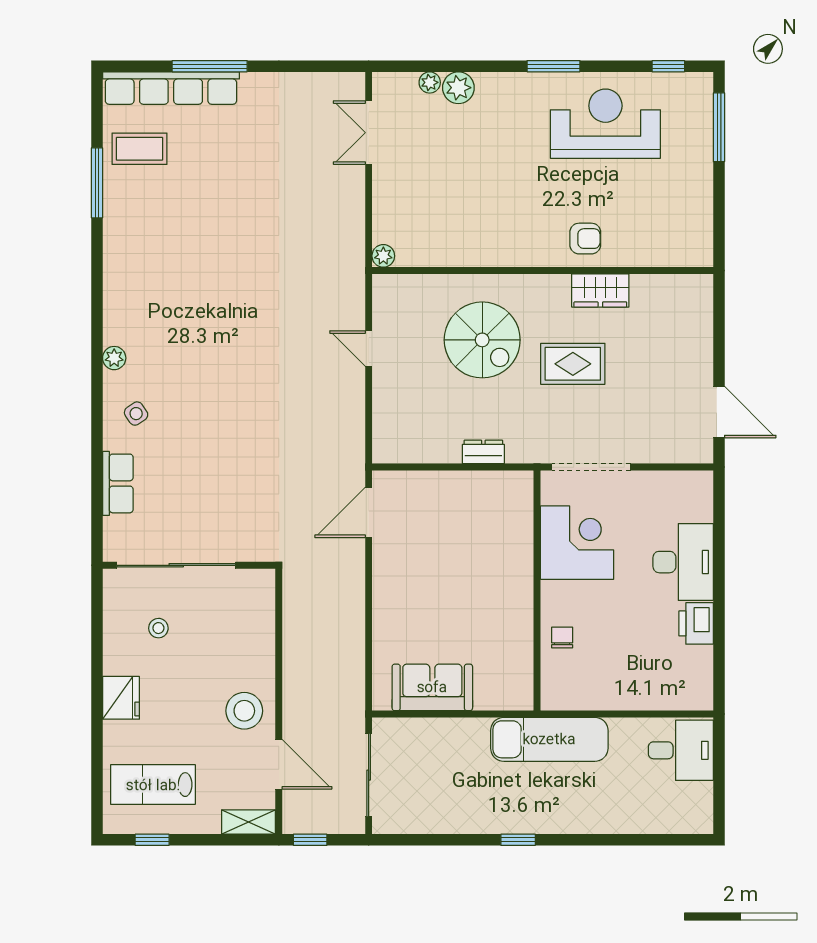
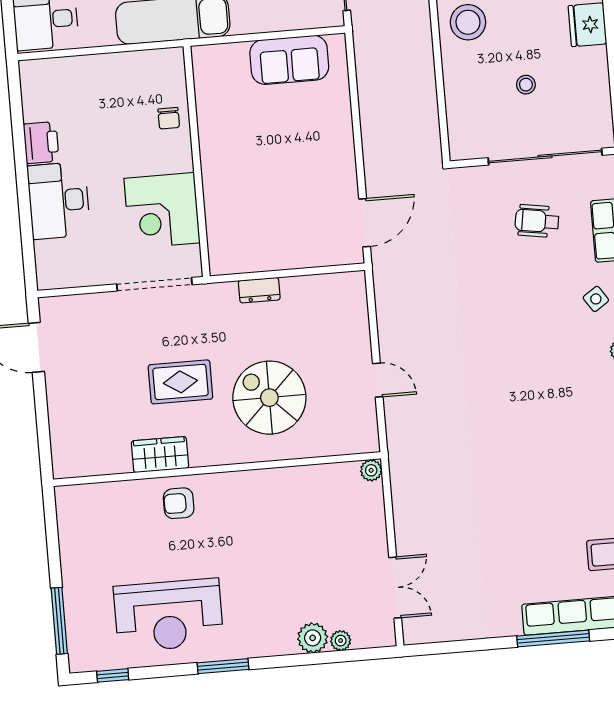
wheelchair: (190, 499) -> (537, 221), added
stool: (158, 628) -> (526, 85), moved

